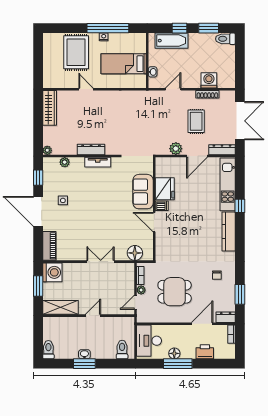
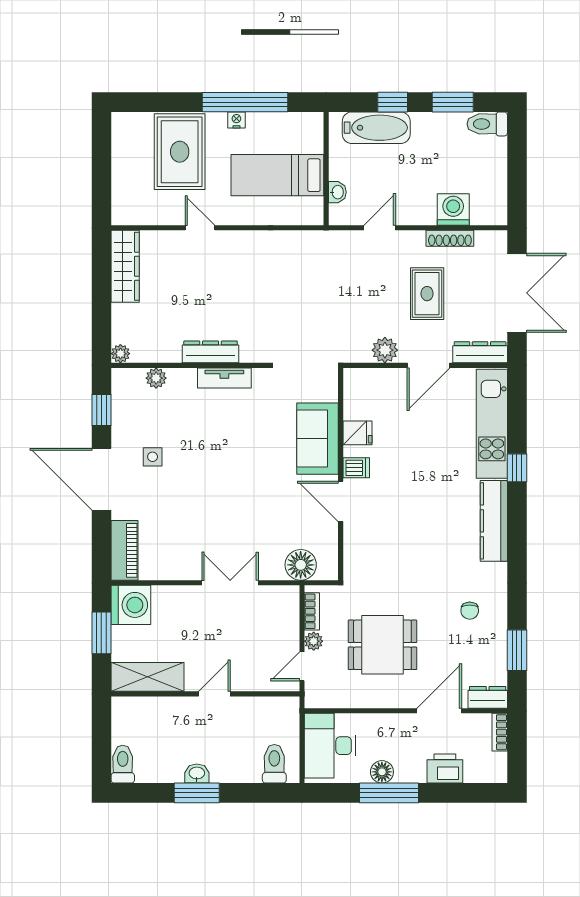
fridge: (165, 189) -> (357, 433), width x0.53, depth x0.75

